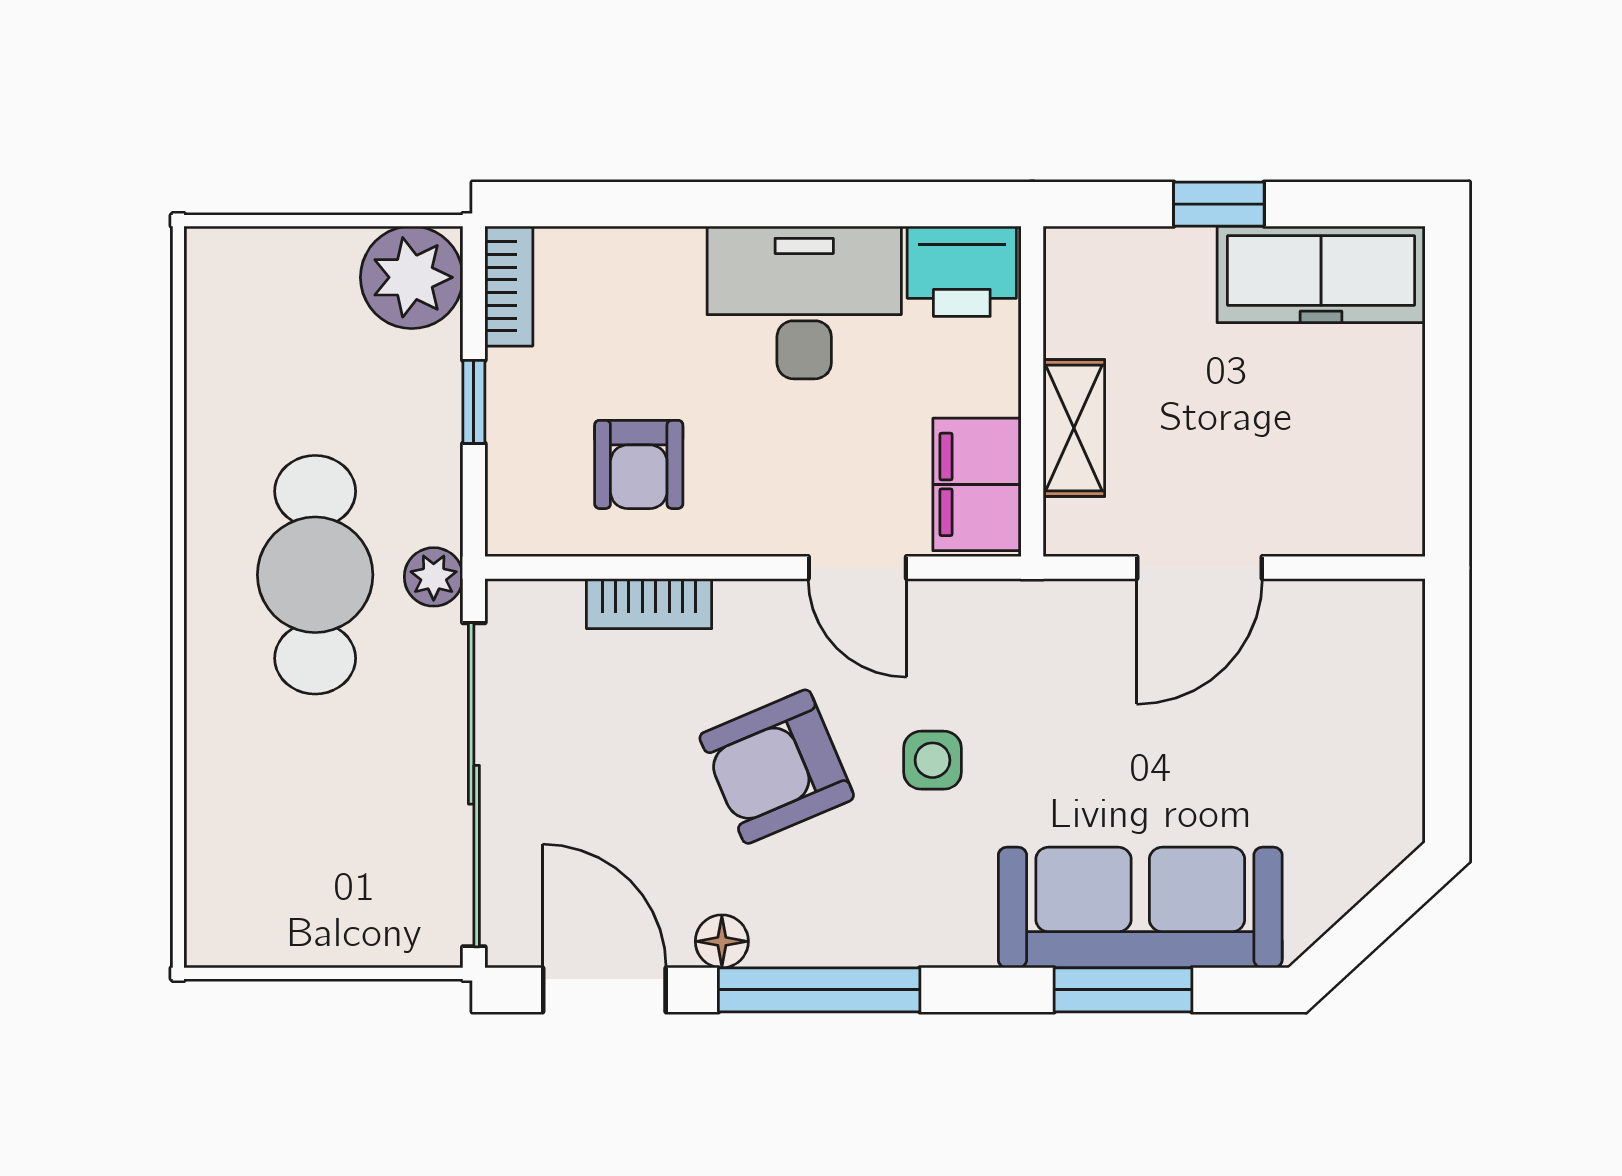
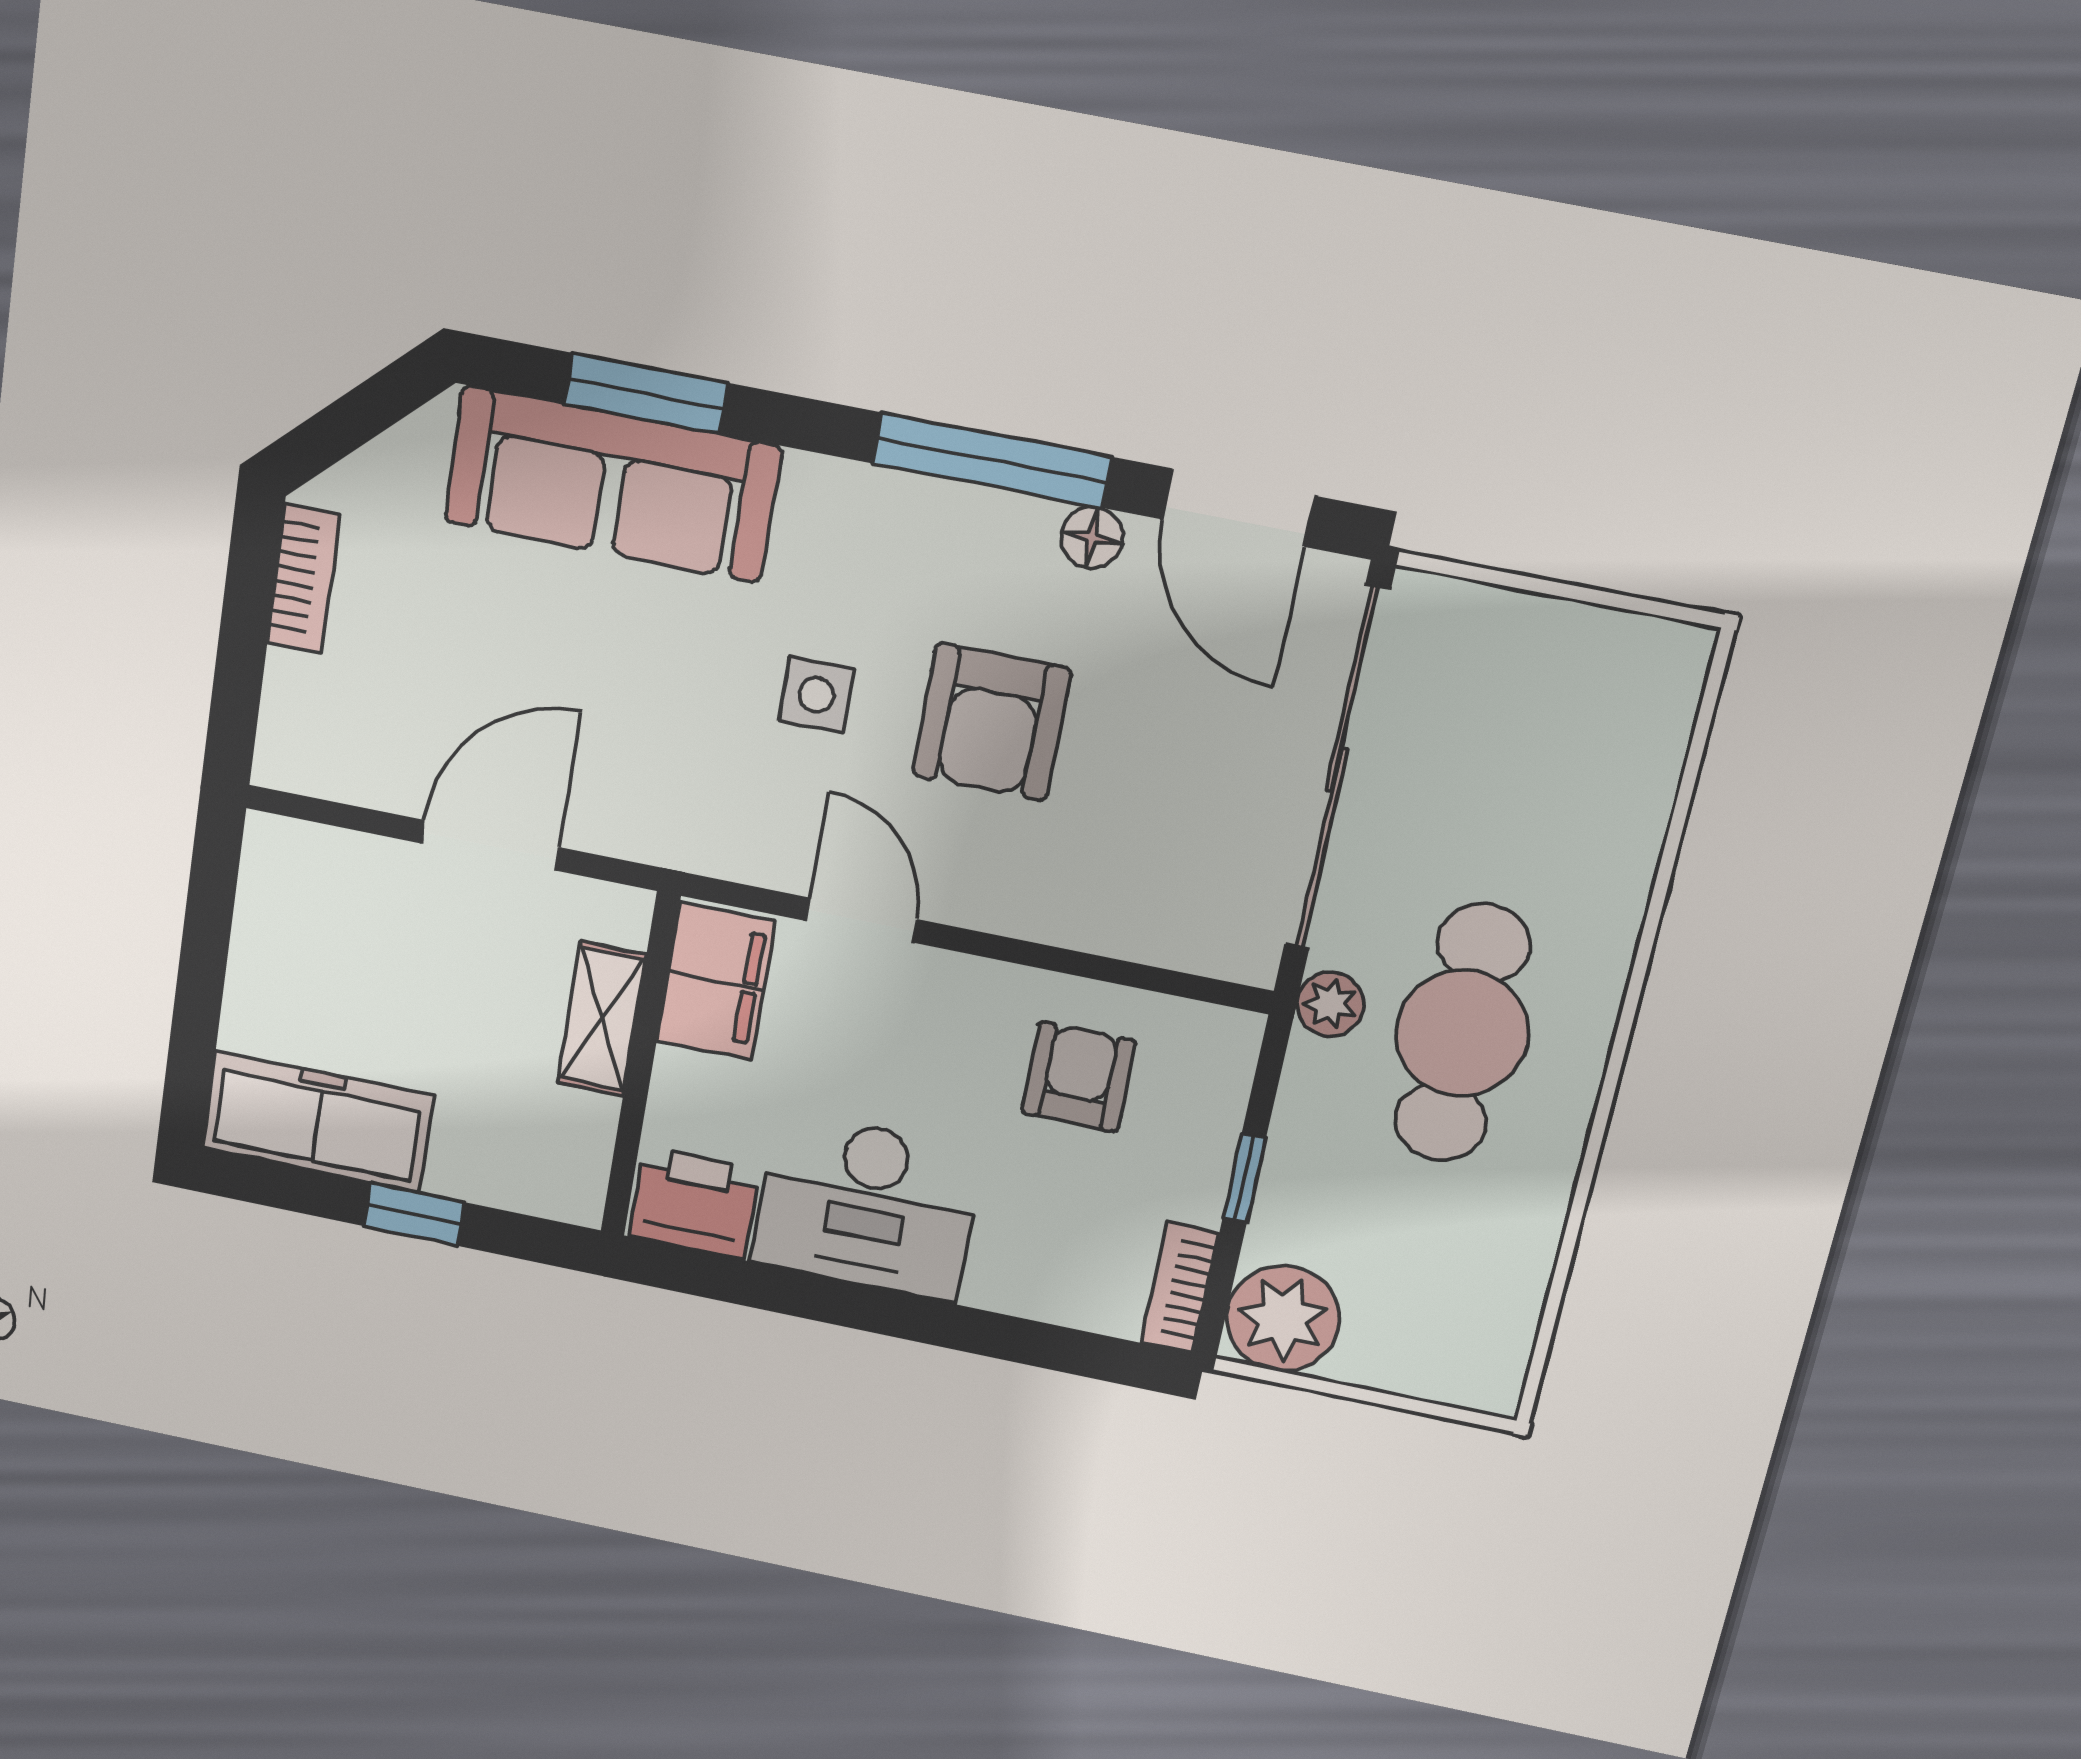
bookcase: (649, 604) -> (303, 578), moved, turned 90
armchair: (777, 767) -> (991, 722), turned 113

